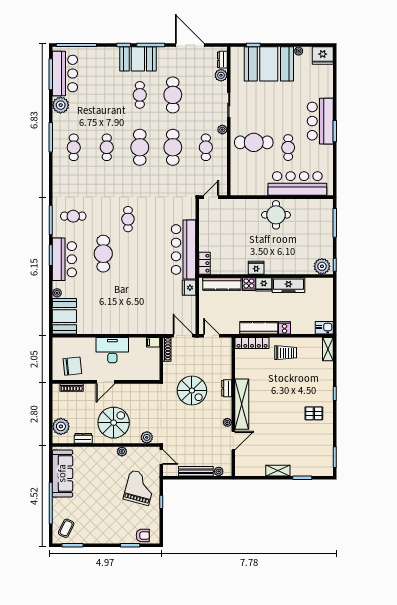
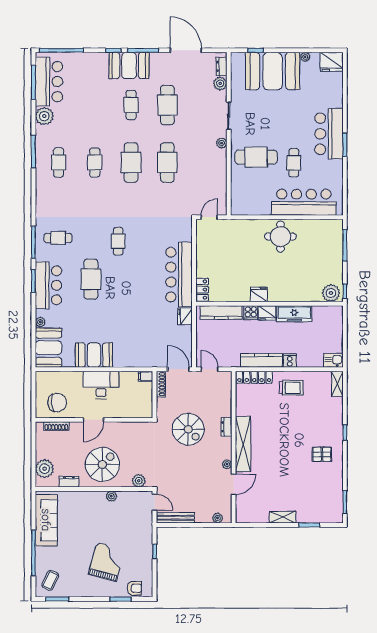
cafe table: (206, 147) -> (204, 162), removed
booth: (106, 323) -> (94, 355), added
bench: (196, 471) -> (175, 518), moved
grand piano: (140, 488) -> (106, 562), moved

